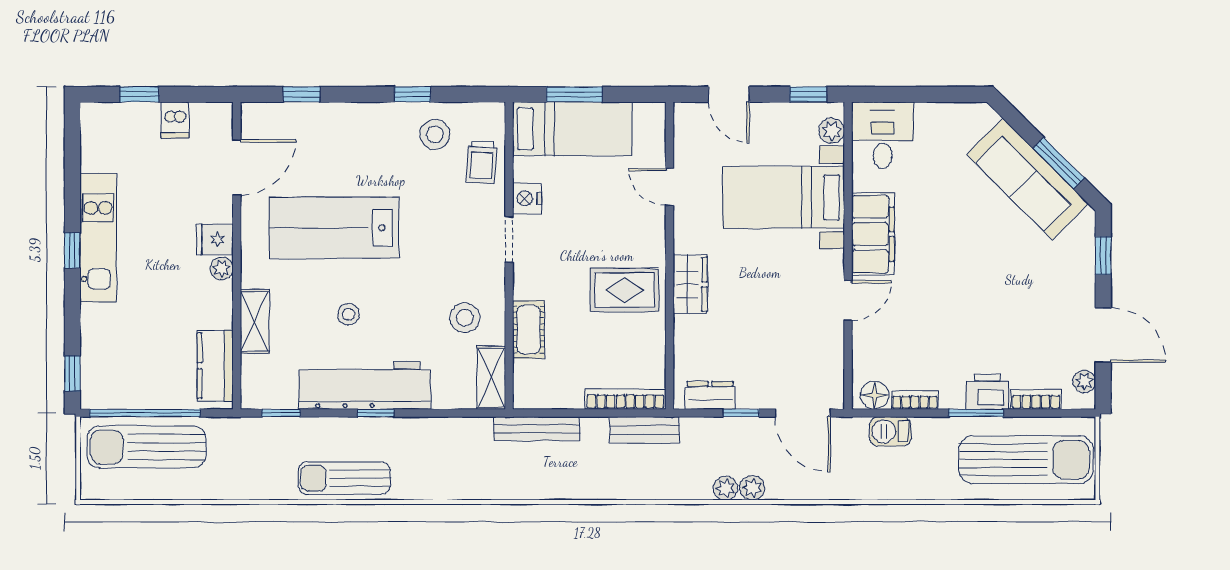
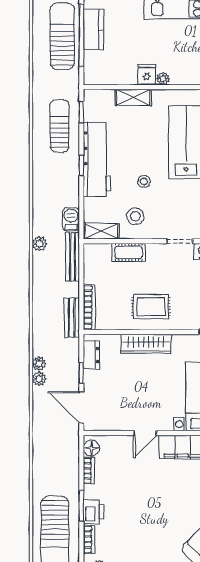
fridge: (215, 239) -> (147, 75), moved
wardrobe: (690, 284) -> (146, 344), width x1.50
rug: (625, 290) -> (151, 307), turned 90
door: (848, 300) -> (145, 433), hinge flipped
stool: (348, 314) -> (144, 182), moved
kitchen counter: (215, 366) -> (94, 30), moved, turned 90
door: (803, 413) -> (81, 407), hinge flipped
barbecue: (890, 431) -> (71, 219), moved
sun lounger: (344, 478) -> (60, 126), moved
plant: (513, 487) -> (39, 244), added

